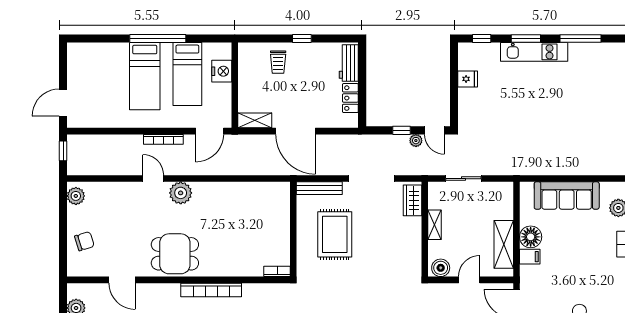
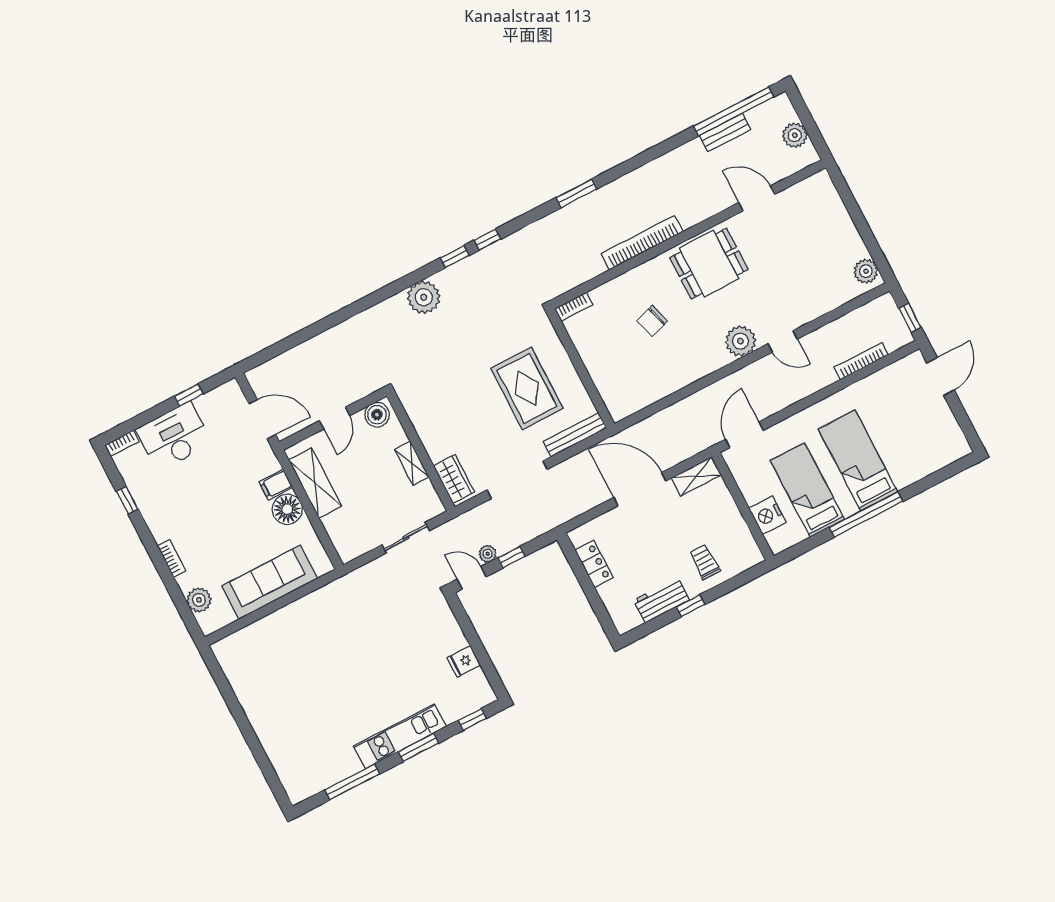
workbench: (349, 63) -> (661, 600), moved, turned -90
bookcase: (163, 139) -> (861, 361), moved
chair: (84, 241) -> (652, 321), moved

